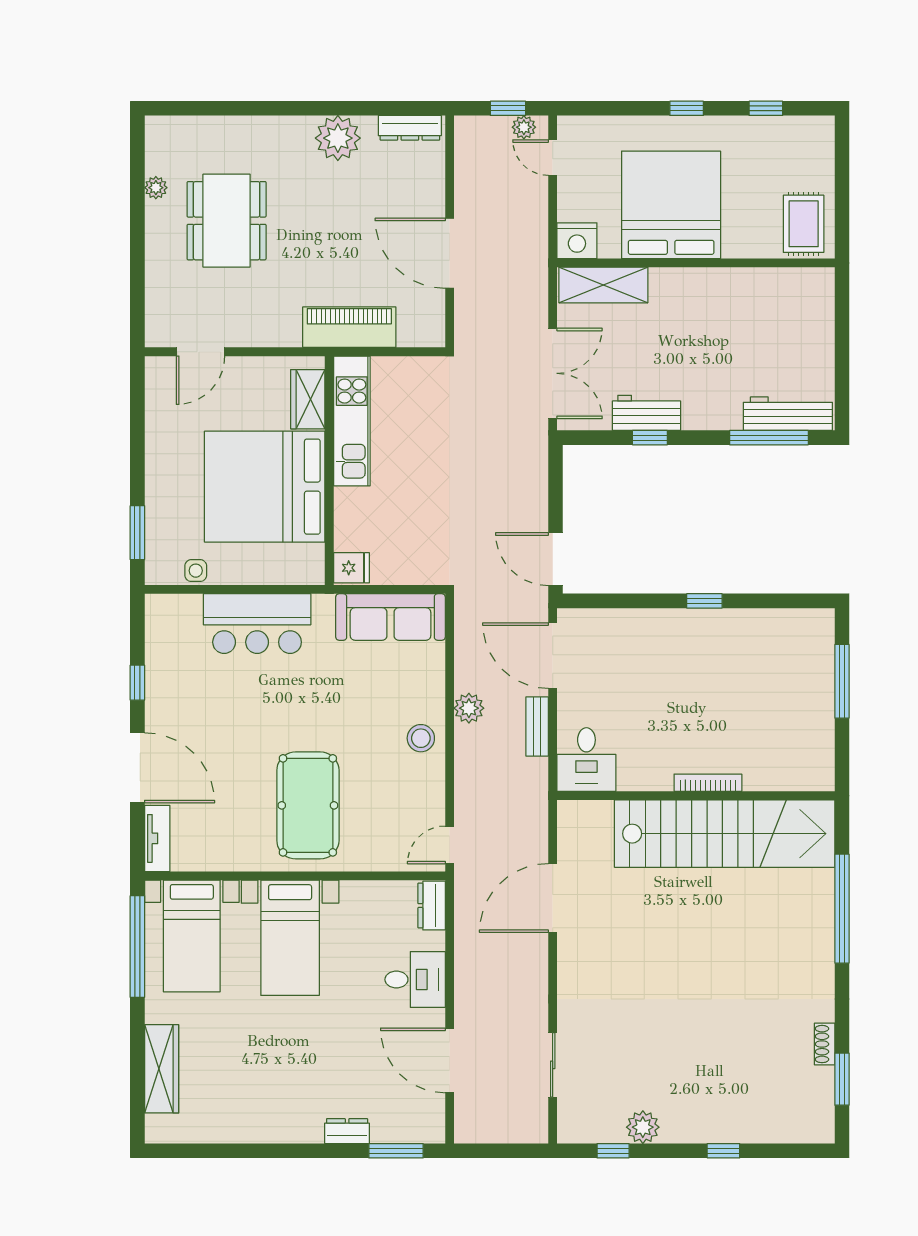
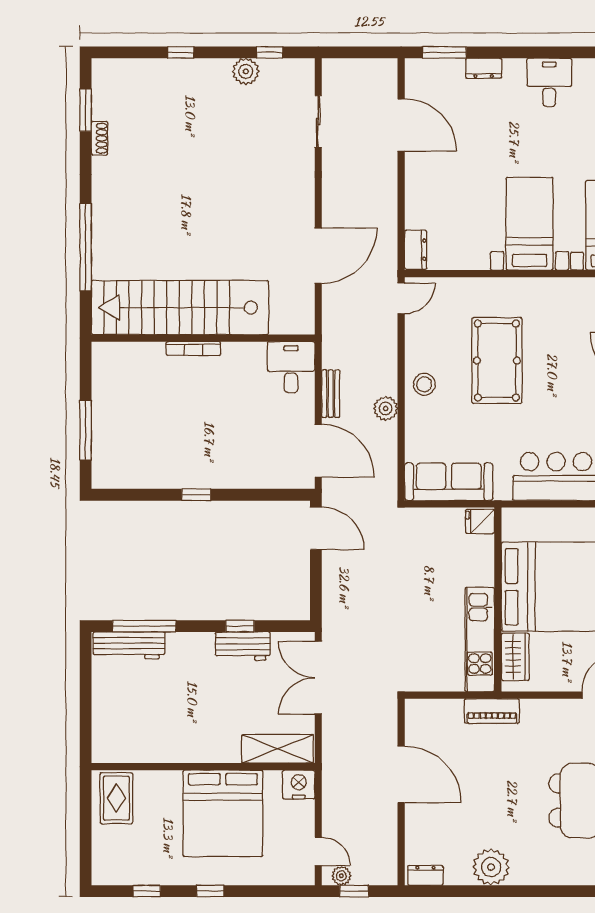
dresser: (410, 128) -> (425, 875), width x0.70
piano: (349, 327) -> (492, 711), width x0.73, depth x0.75
pool table: (308, 805) -> (497, 361), moved
desk: (415, 980) -> (549, 82), moved, turned 90

